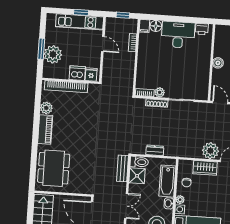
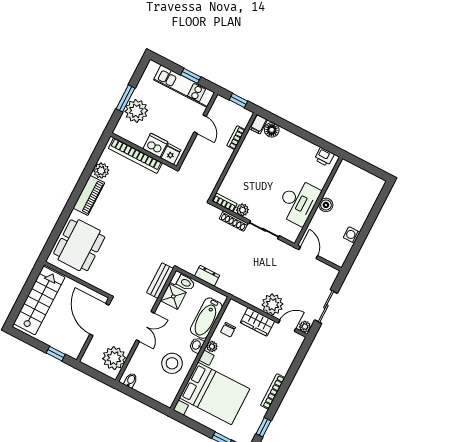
desk: (178, 35) -> (298, 202), moved, turned 90

